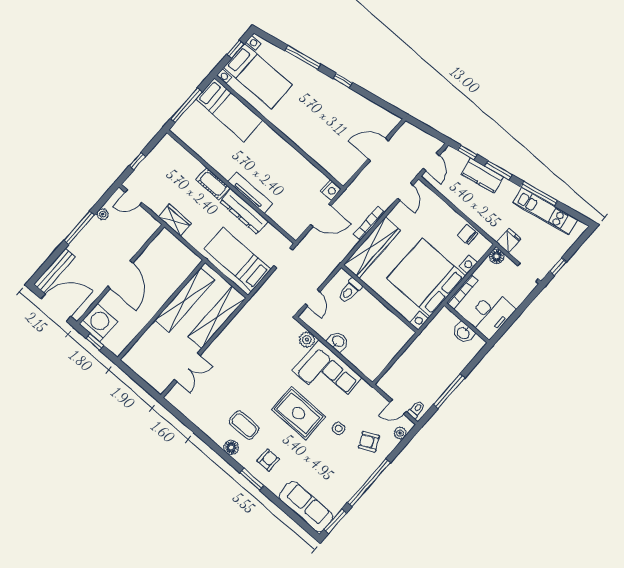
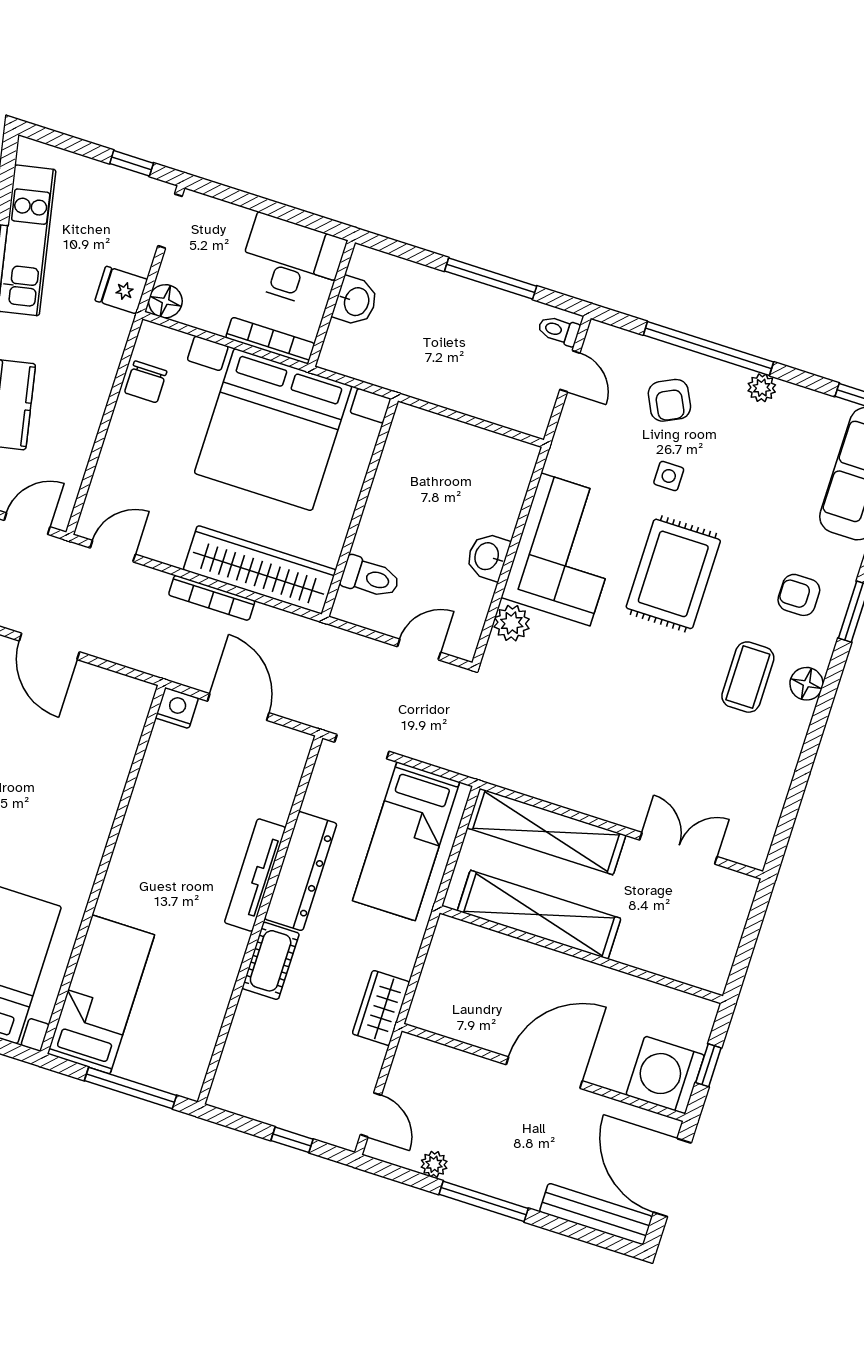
plant: (400, 433) -> (762, 388), moved
window: (369, 483) -> (708, 348), moved

